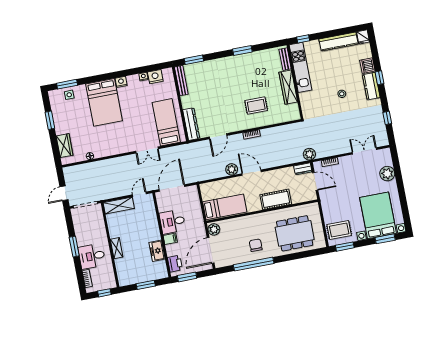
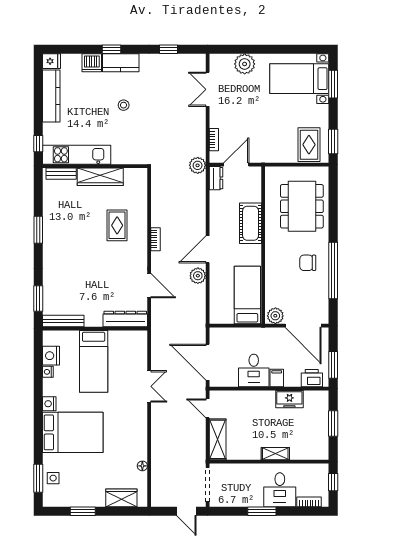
bed: (166, 122) -> (94, 361), moved, turned -90
bed with nightstands: (378, 215) -> (299, 79), width x0.73

